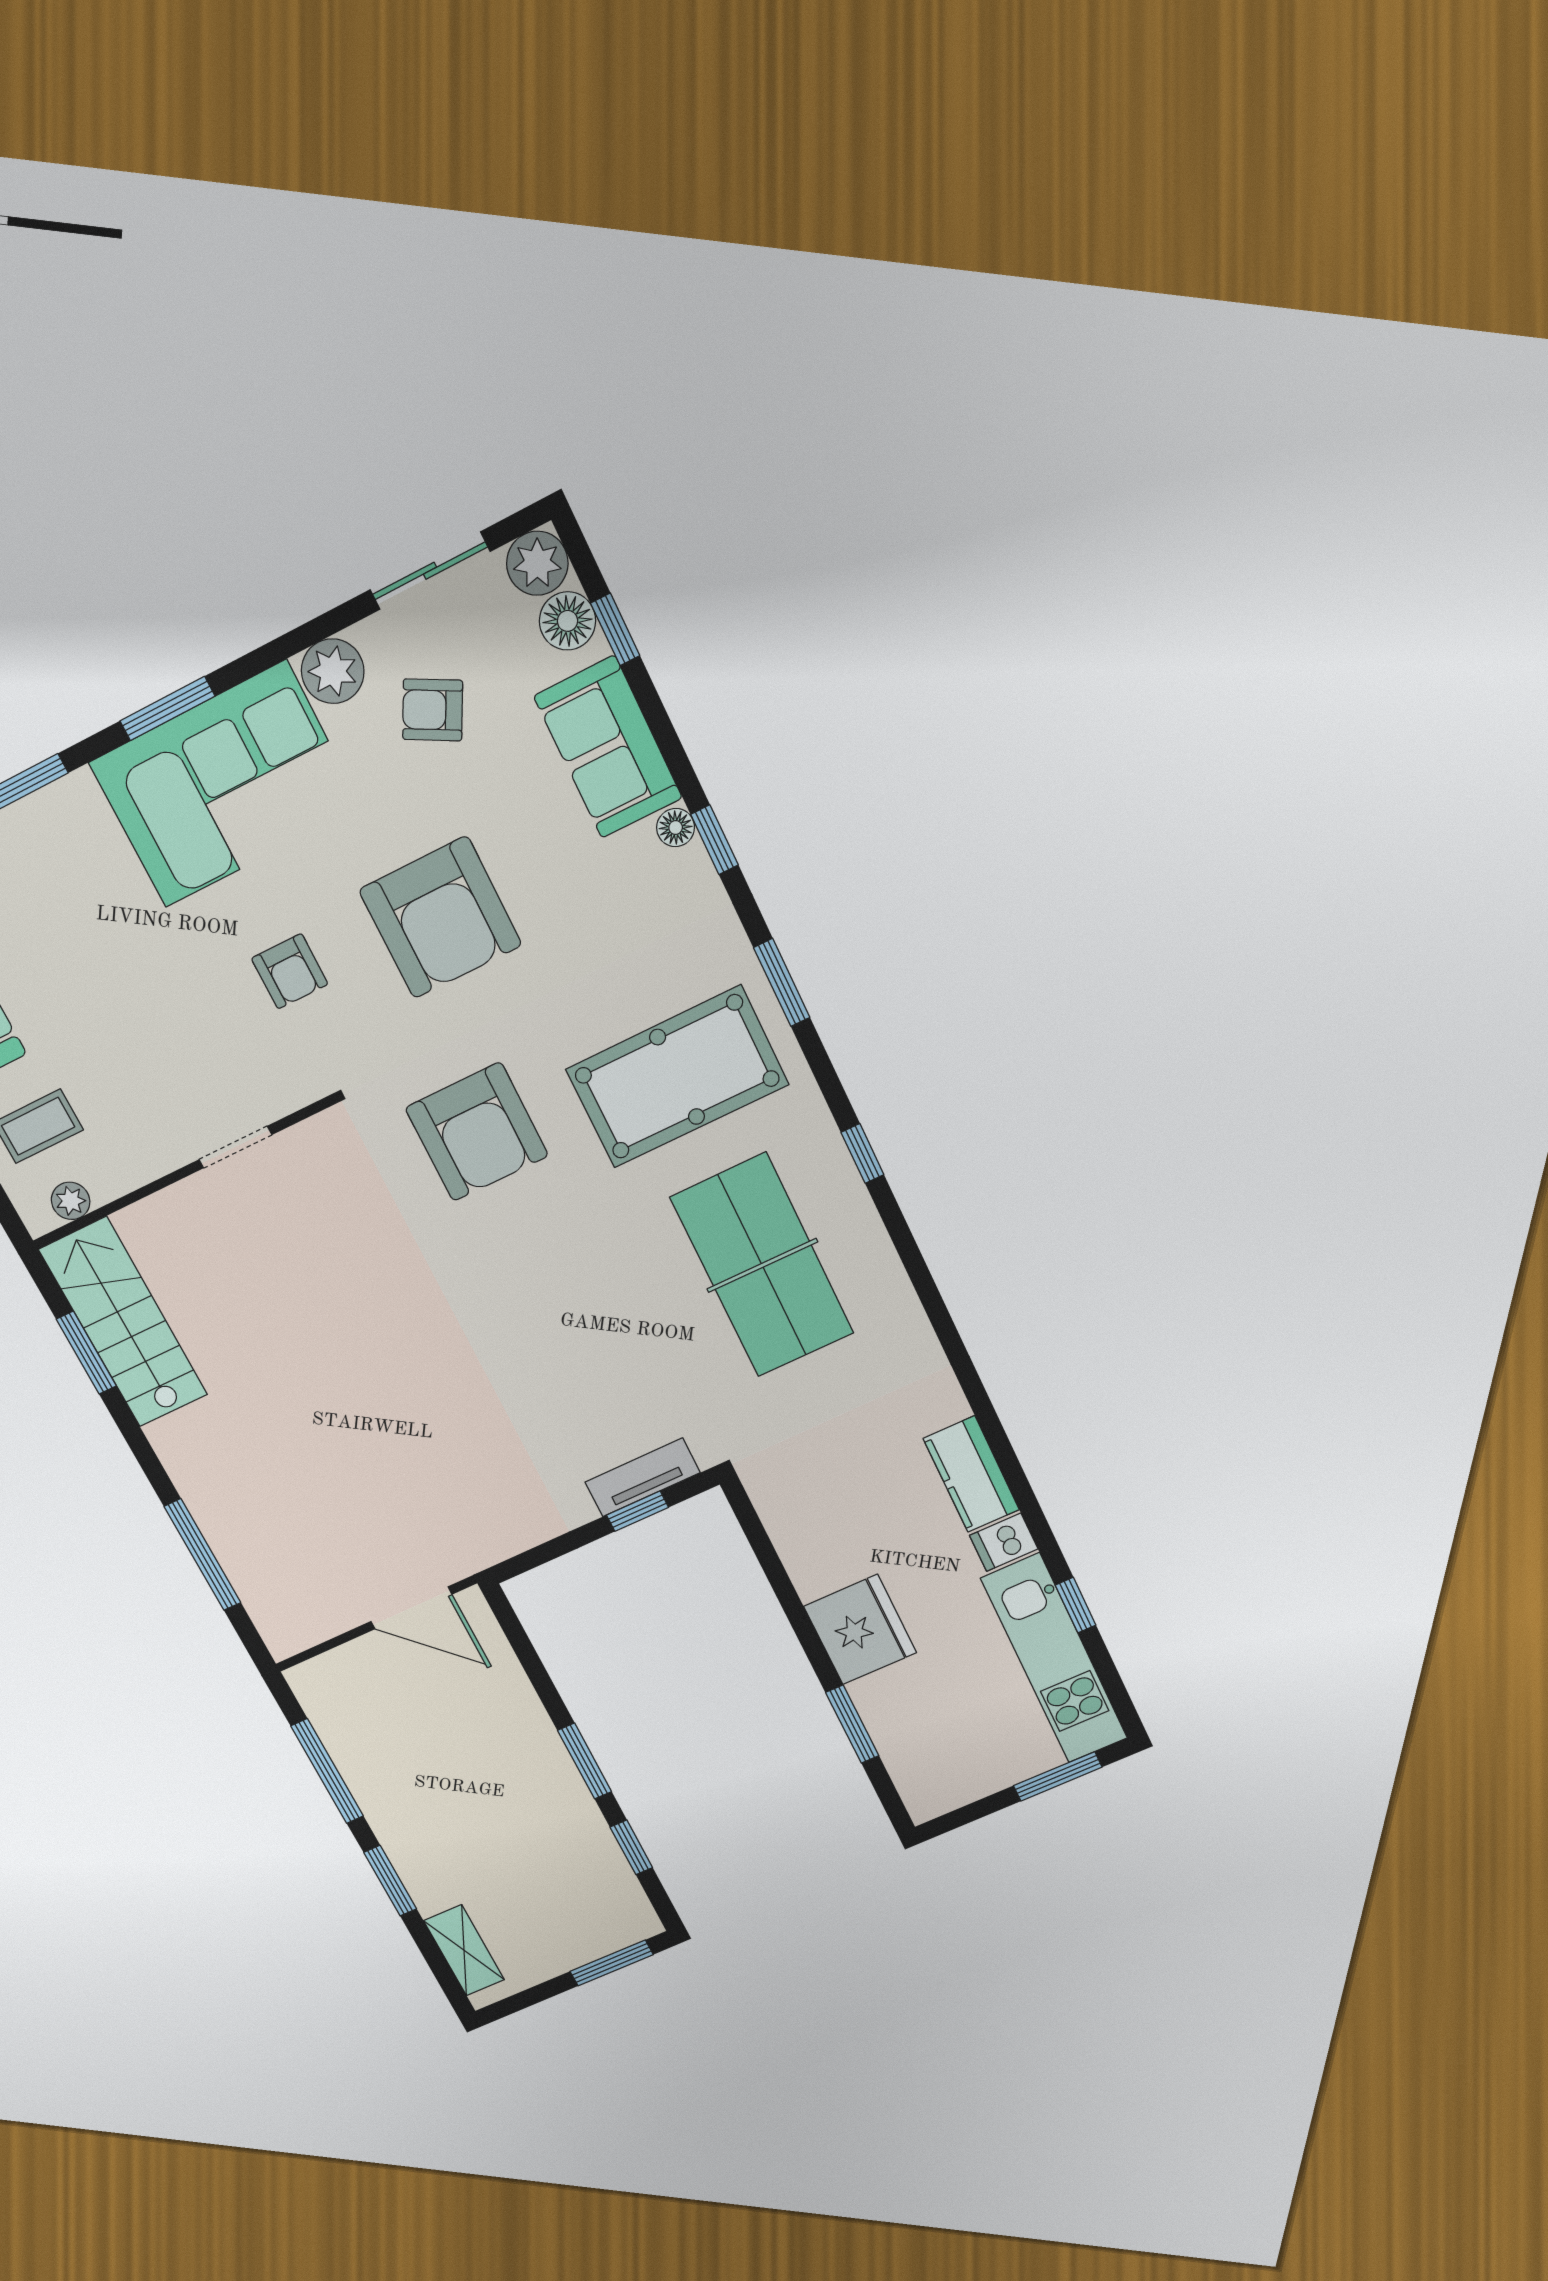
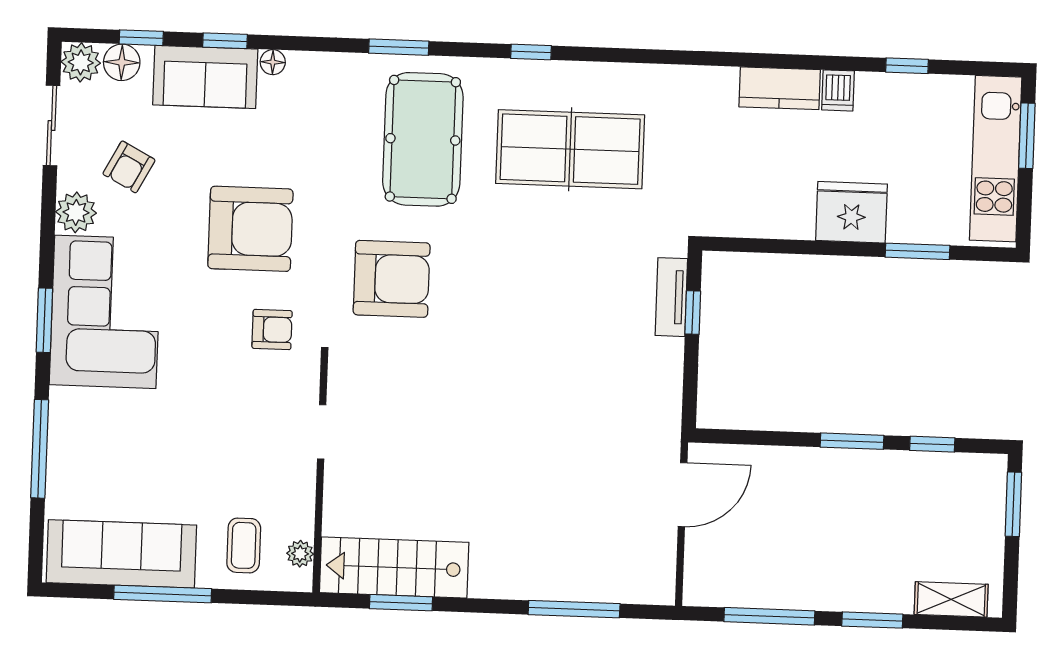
window: (714, 840) -> (225, 41), moved
armchair: (290, 971) -> (272, 330), moved
kitchen unit: (1054, 1659) -> (996, 159), moved, turned 90

